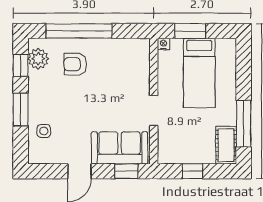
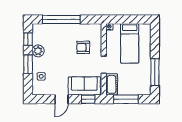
window: (190, 31) -> (125, 19), removed
plant: (38, 59) -> (38, 51), moved
armchair: (75, 64) -> (83, 47), moved
cot: (226, 145) -> (112, 84), moved
window: (193, 171) -> (126, 99), width x2.17

